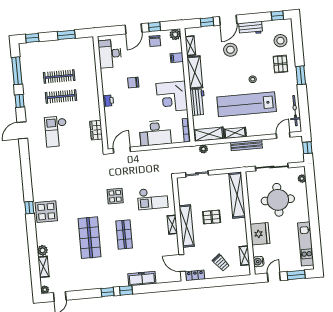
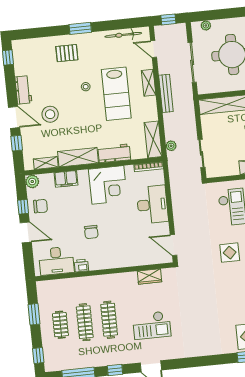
stool: (280, 41) -> (38, 53), removed
clothes rail: (57, 56) -> (60, 325), added
filing cabinet: (177, 58) -> (66, 179), width x2.00
printer: (108, 101) -> (81, 266), moved
lab bench: (247, 104) -> (116, 94), width x0.73
shelving: (235, 133) -> (149, 83), moved

